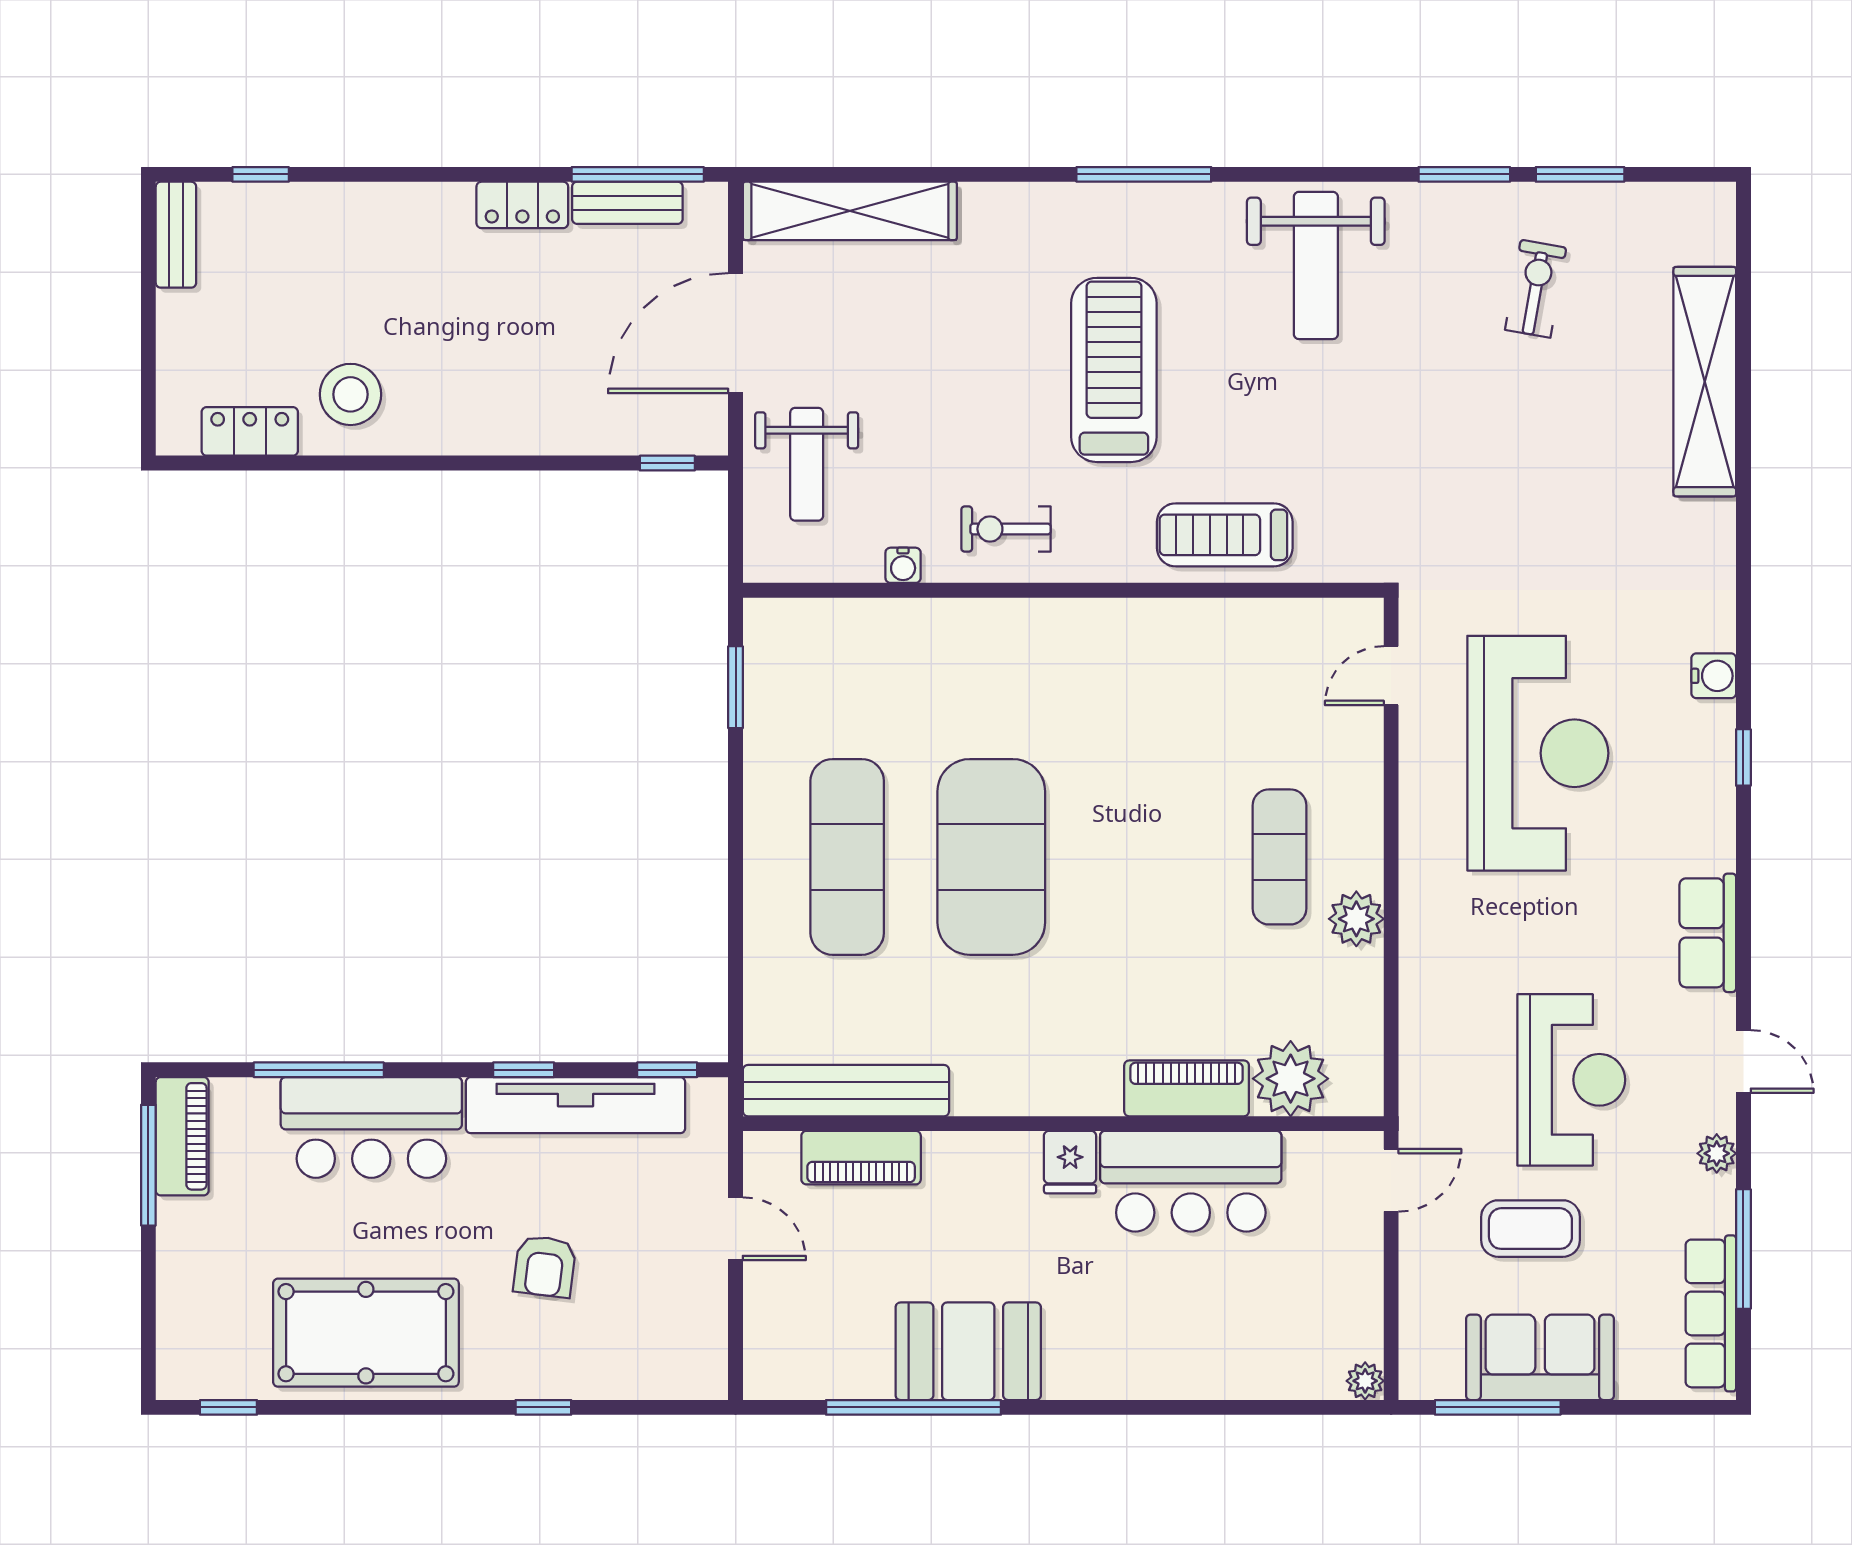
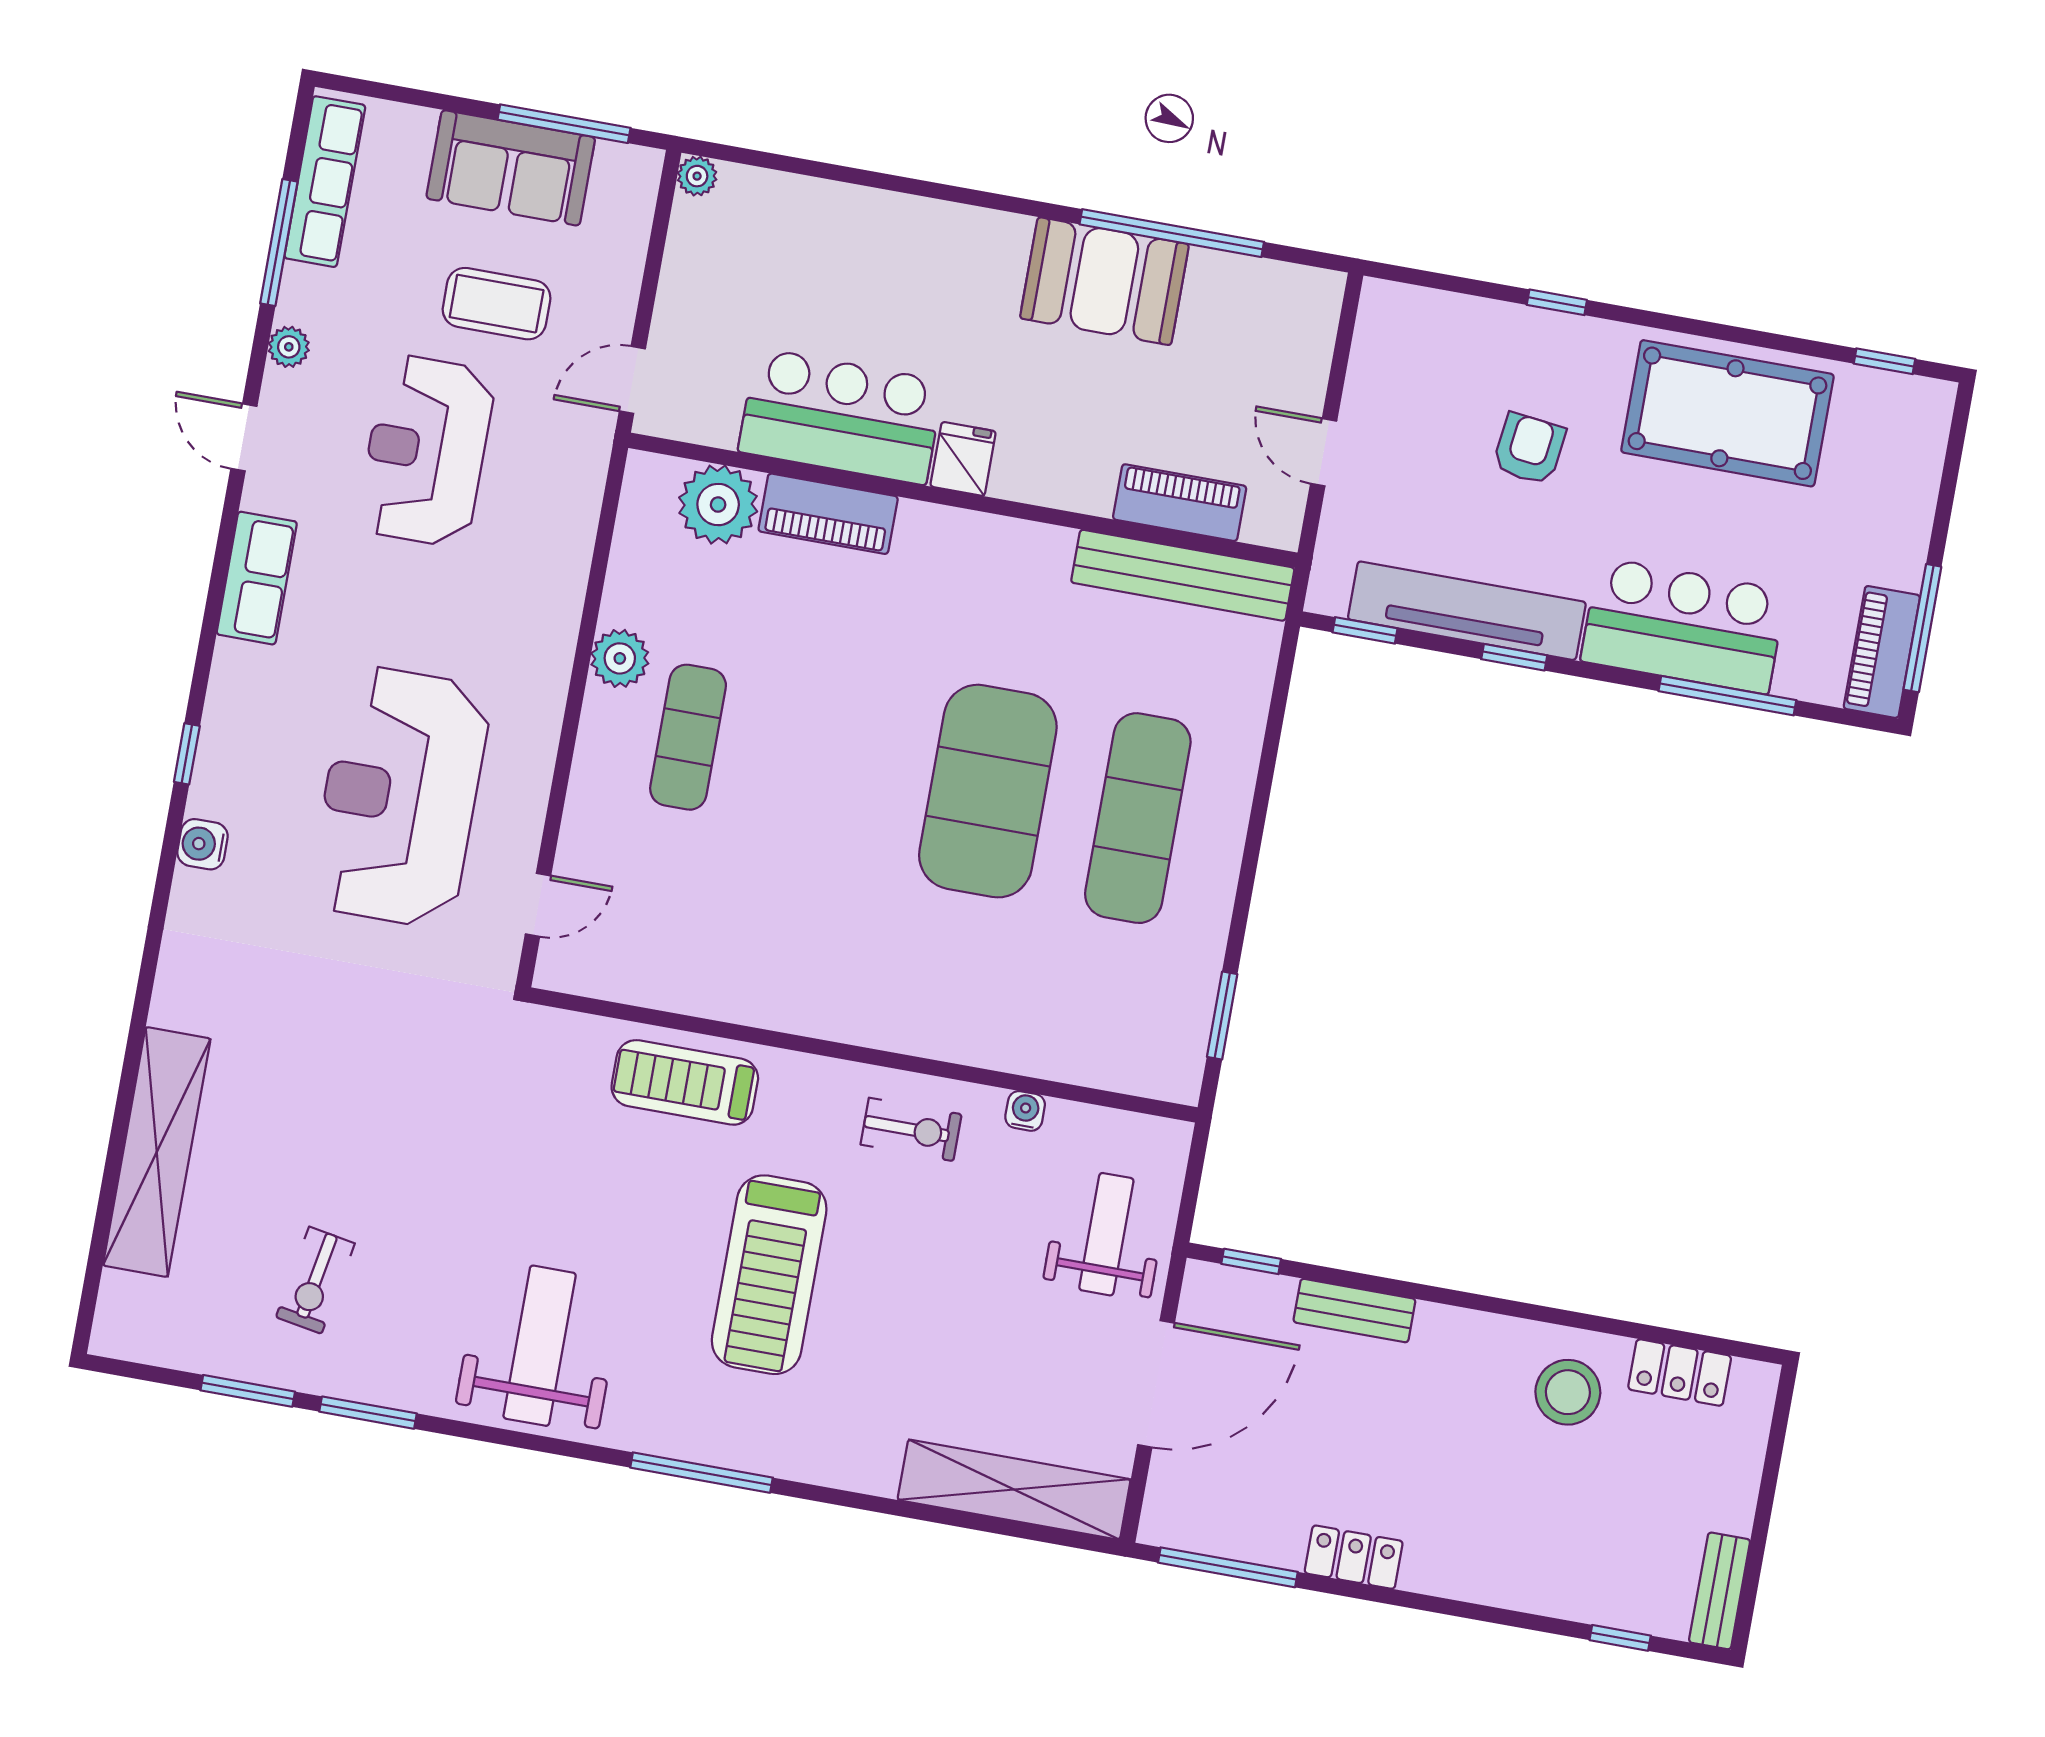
bench: (627, 203) -> (1354, 1311), moved
treadmill: (1225, 535) -> (685, 1082), turned 180

